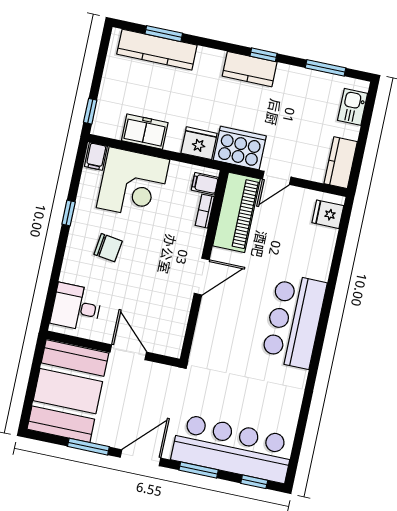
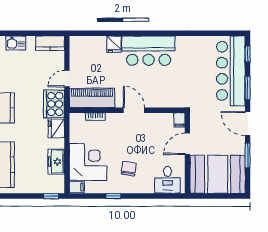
door: (277, 178) -> (67, 79), swing flipped
filing cabinet: (205, 184) -> (179, 120), moved
fridge: (328, 214) -> (114, 44), moved

